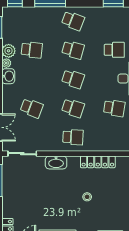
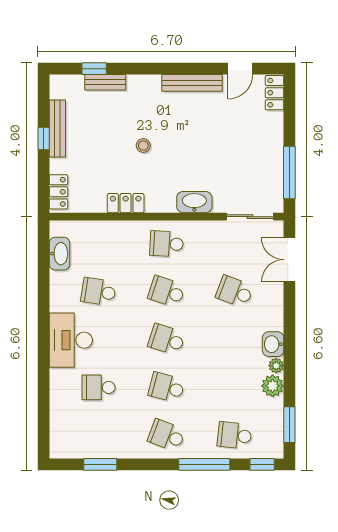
school desk: (32, 50) -> (234, 435), moved
locker: (98, 162) -> (126, 203), width x0.66

